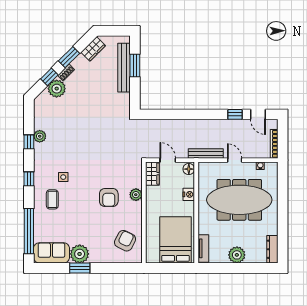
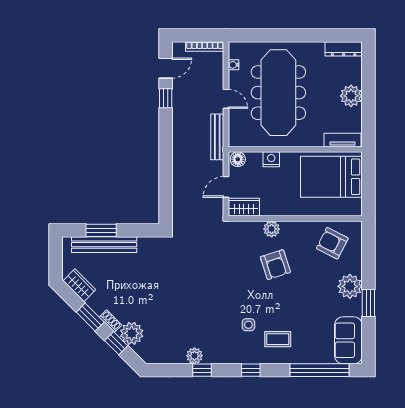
door: (235, 160) -> (226, 99), swing flipped
armchair: (109, 198) -> (275, 265), turned 72
plant: (80, 254) -> (350, 286), moved

